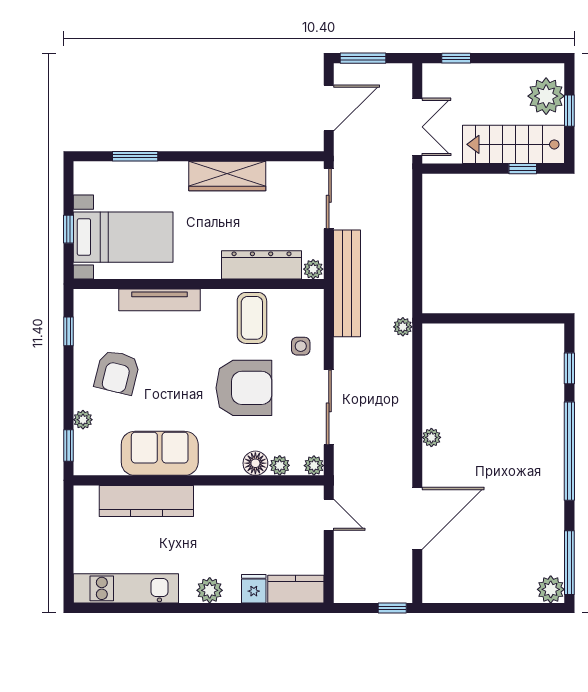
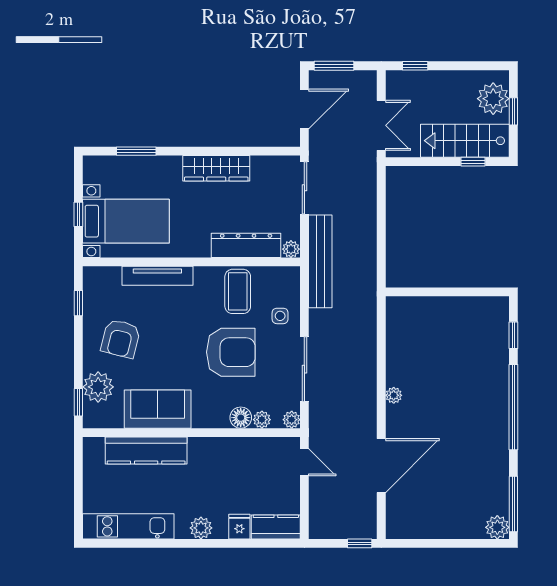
plant: (403, 327) -> (369, 299), removed
plant: (83, 420) -> (98, 387), width x1.87, depth x1.87

